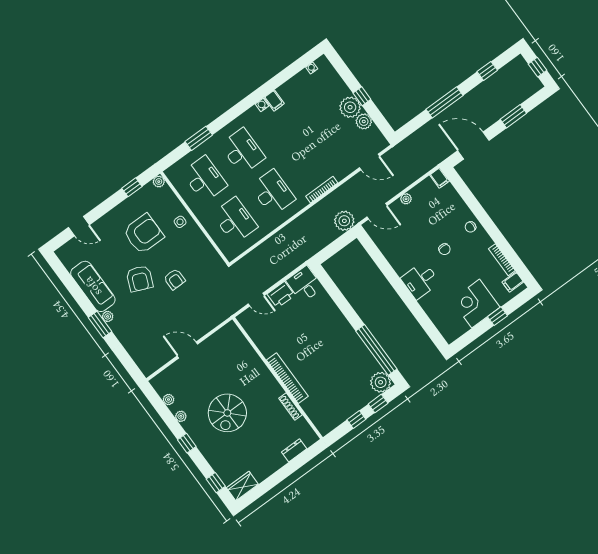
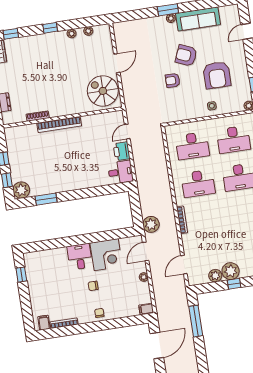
window: (444, 102) -> (196, 321), moved
corner desk: (476, 304) -> (106, 255), moved, turned 90
window: (497, 316) -> (21, 275), moved
window: (376, 350) -> (46, 199), width x0.47
spiral stairs: (227, 413) -> (103, 91), moved

